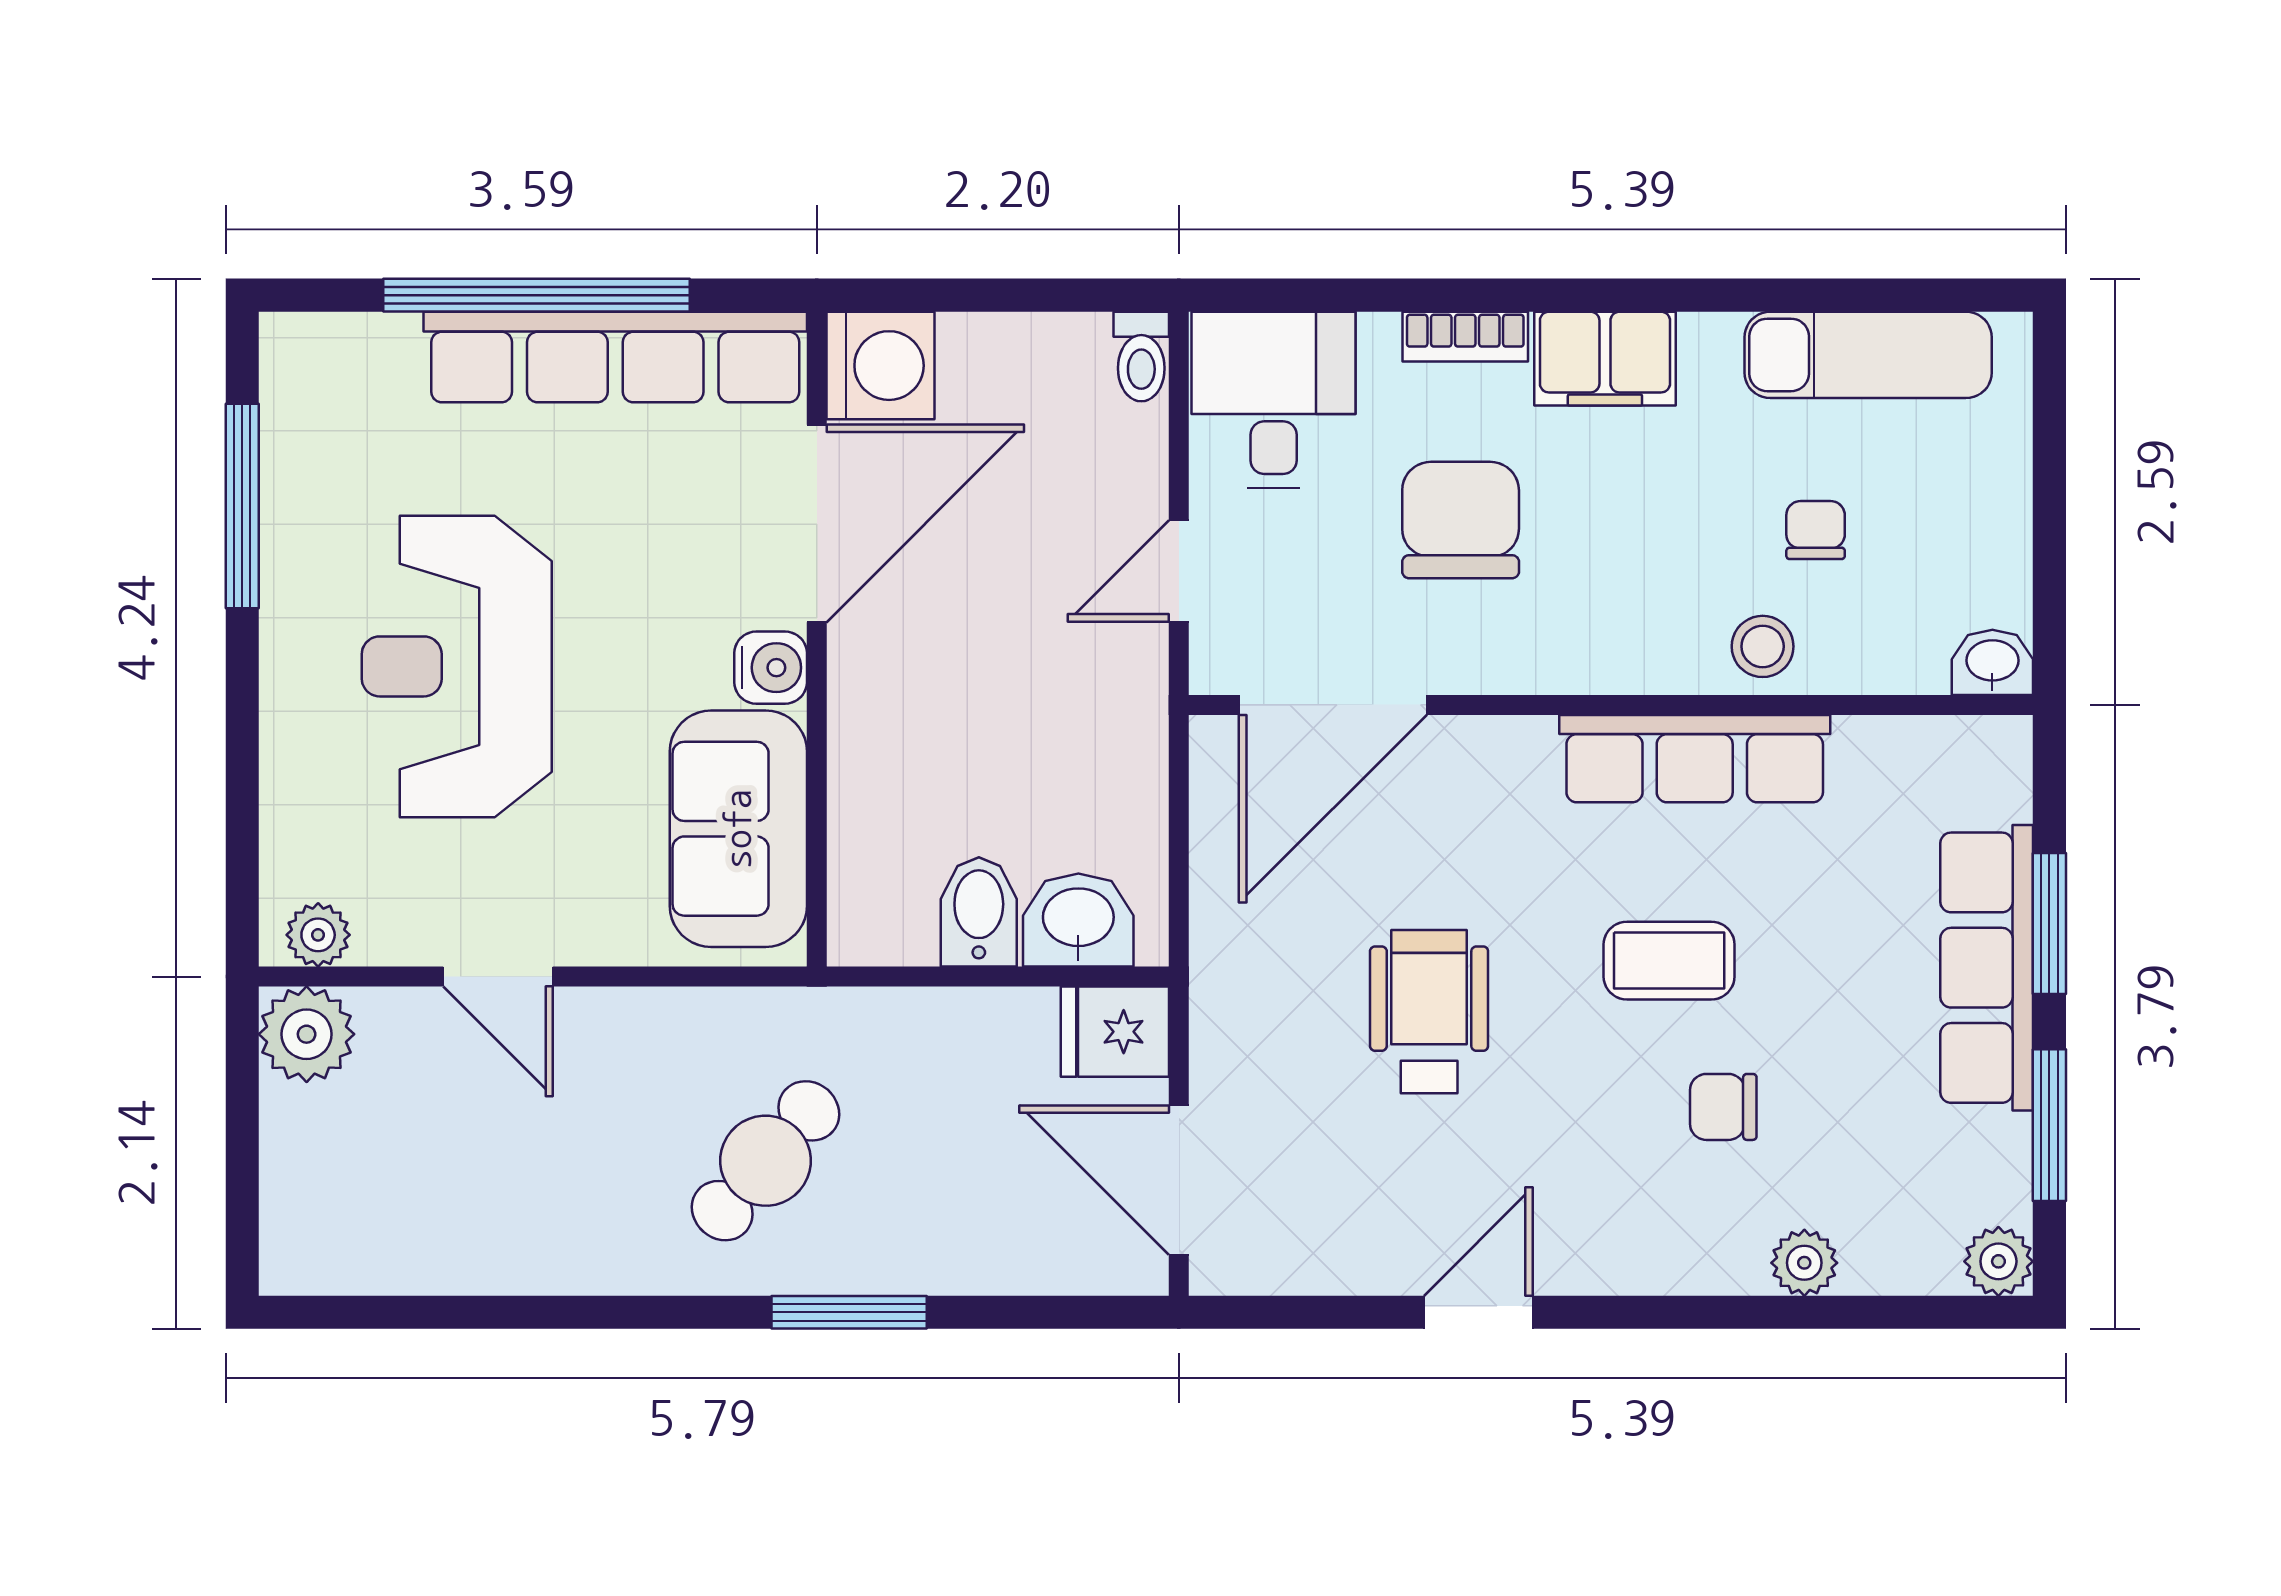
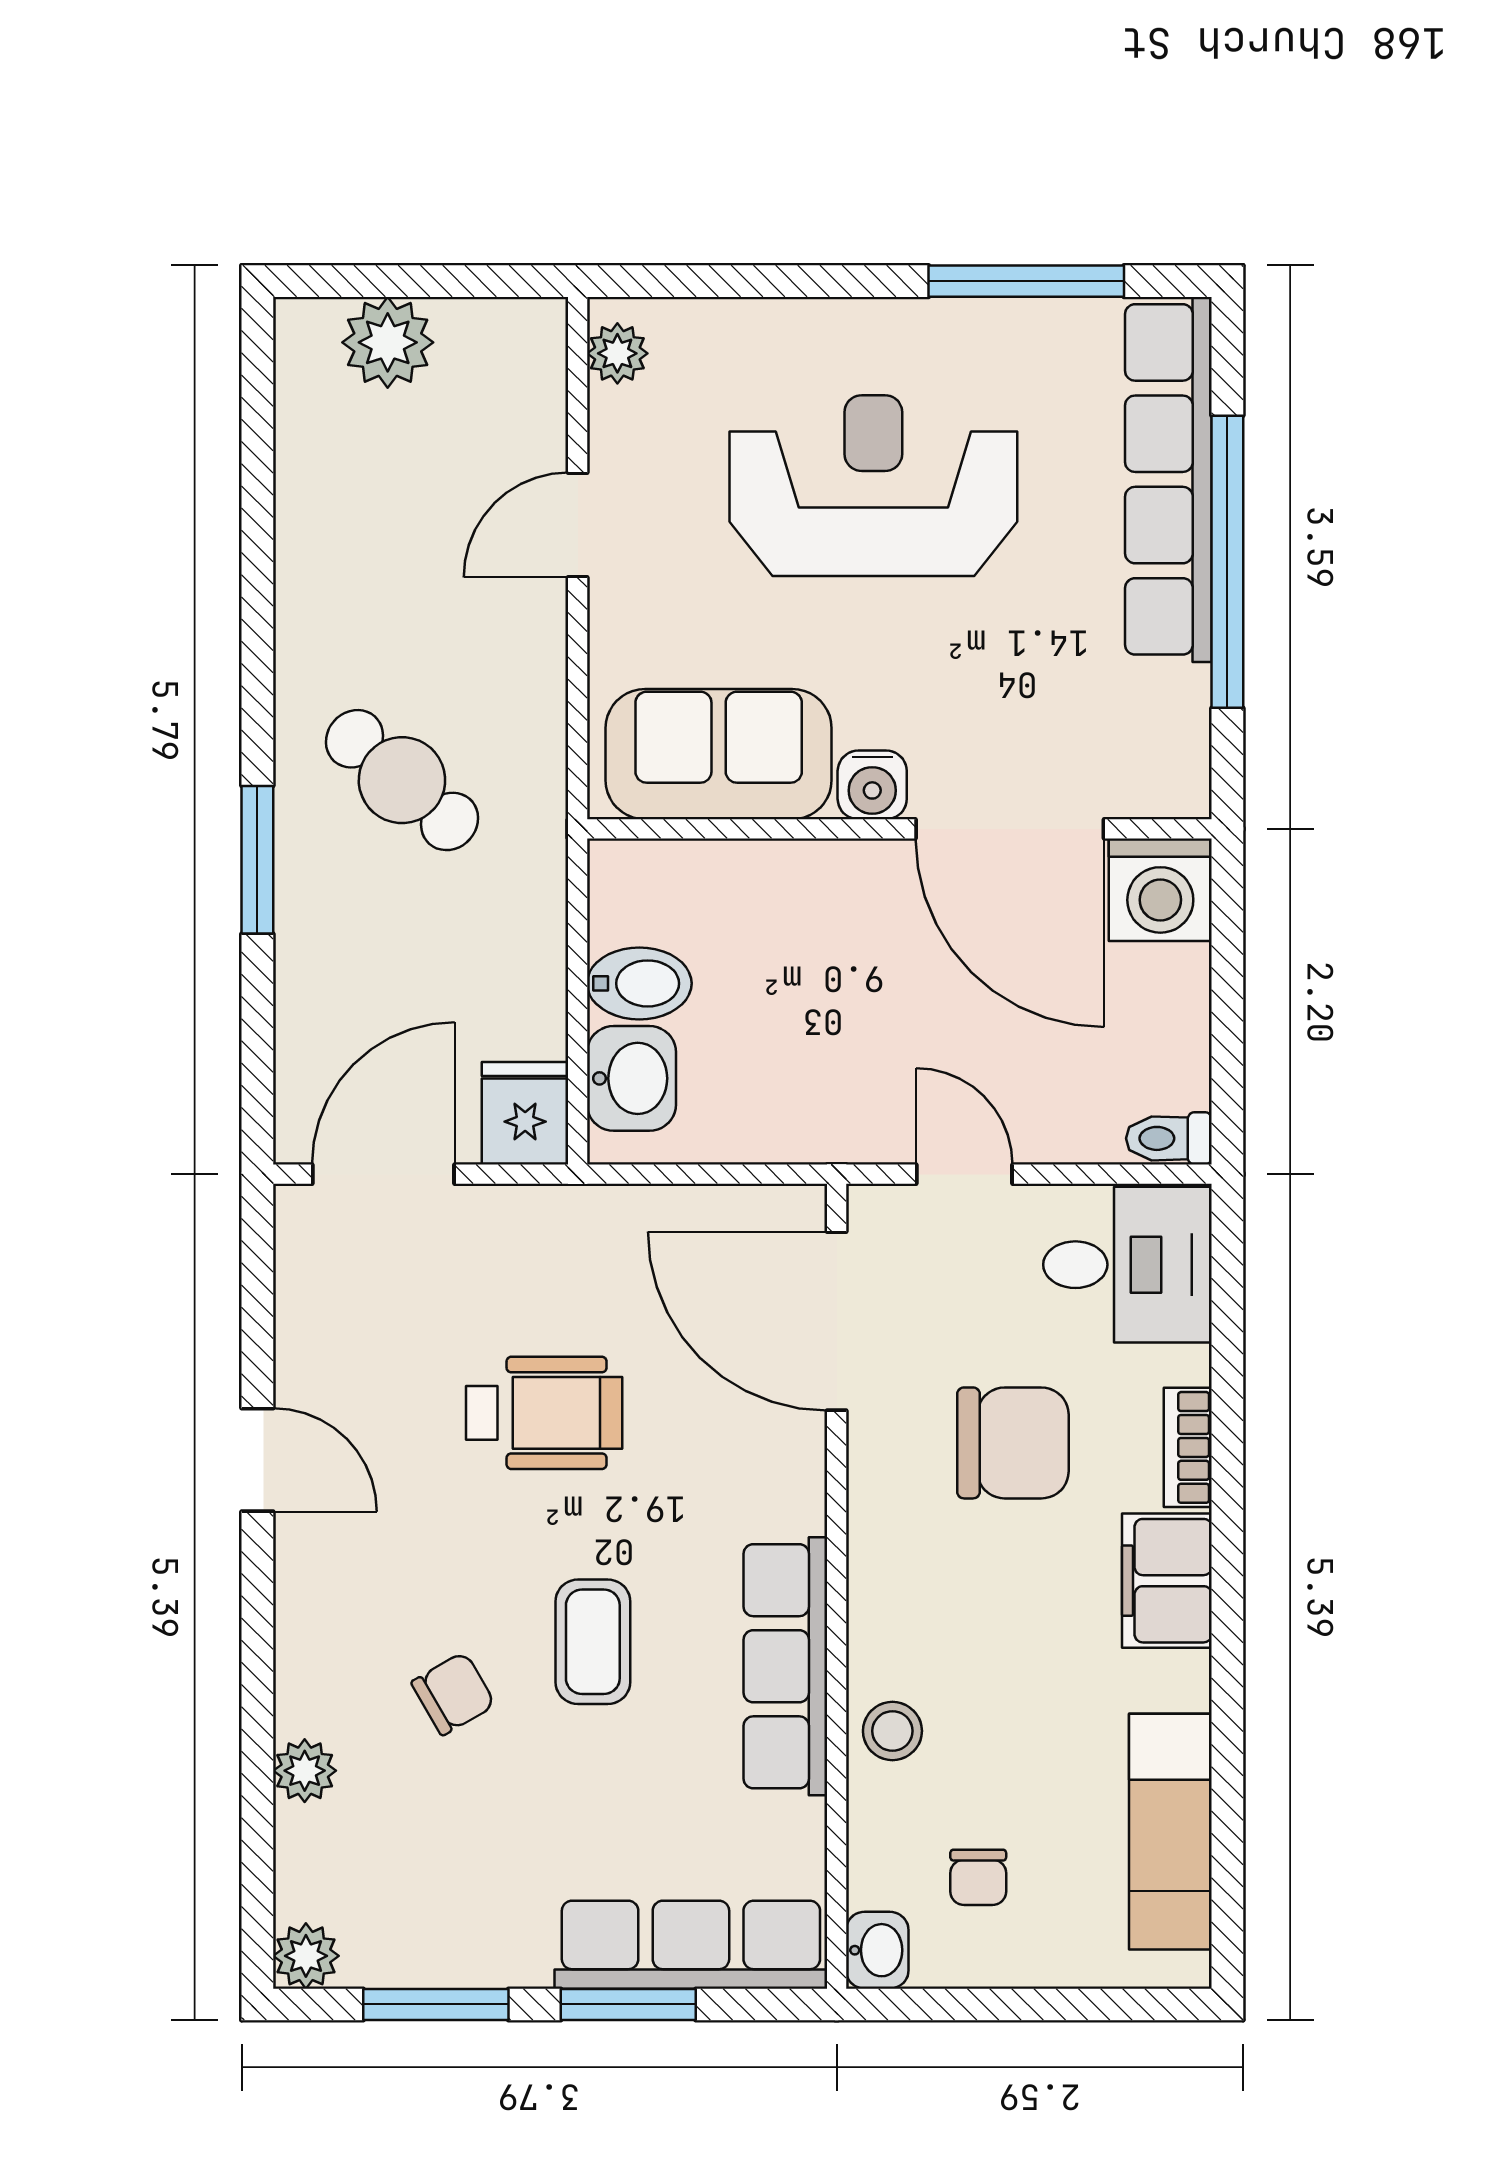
row of seats: (615, 357) -> (1168, 479), moved
chair: (1816, 530) -> (978, 1877), moved, turned 90
row of seats: (1987, 968) -> (691, 1945), moved
plant: (307, 1034) -> (388, 342), moved
chair: (1723, 1107) -> (453, 1694), turned 60

